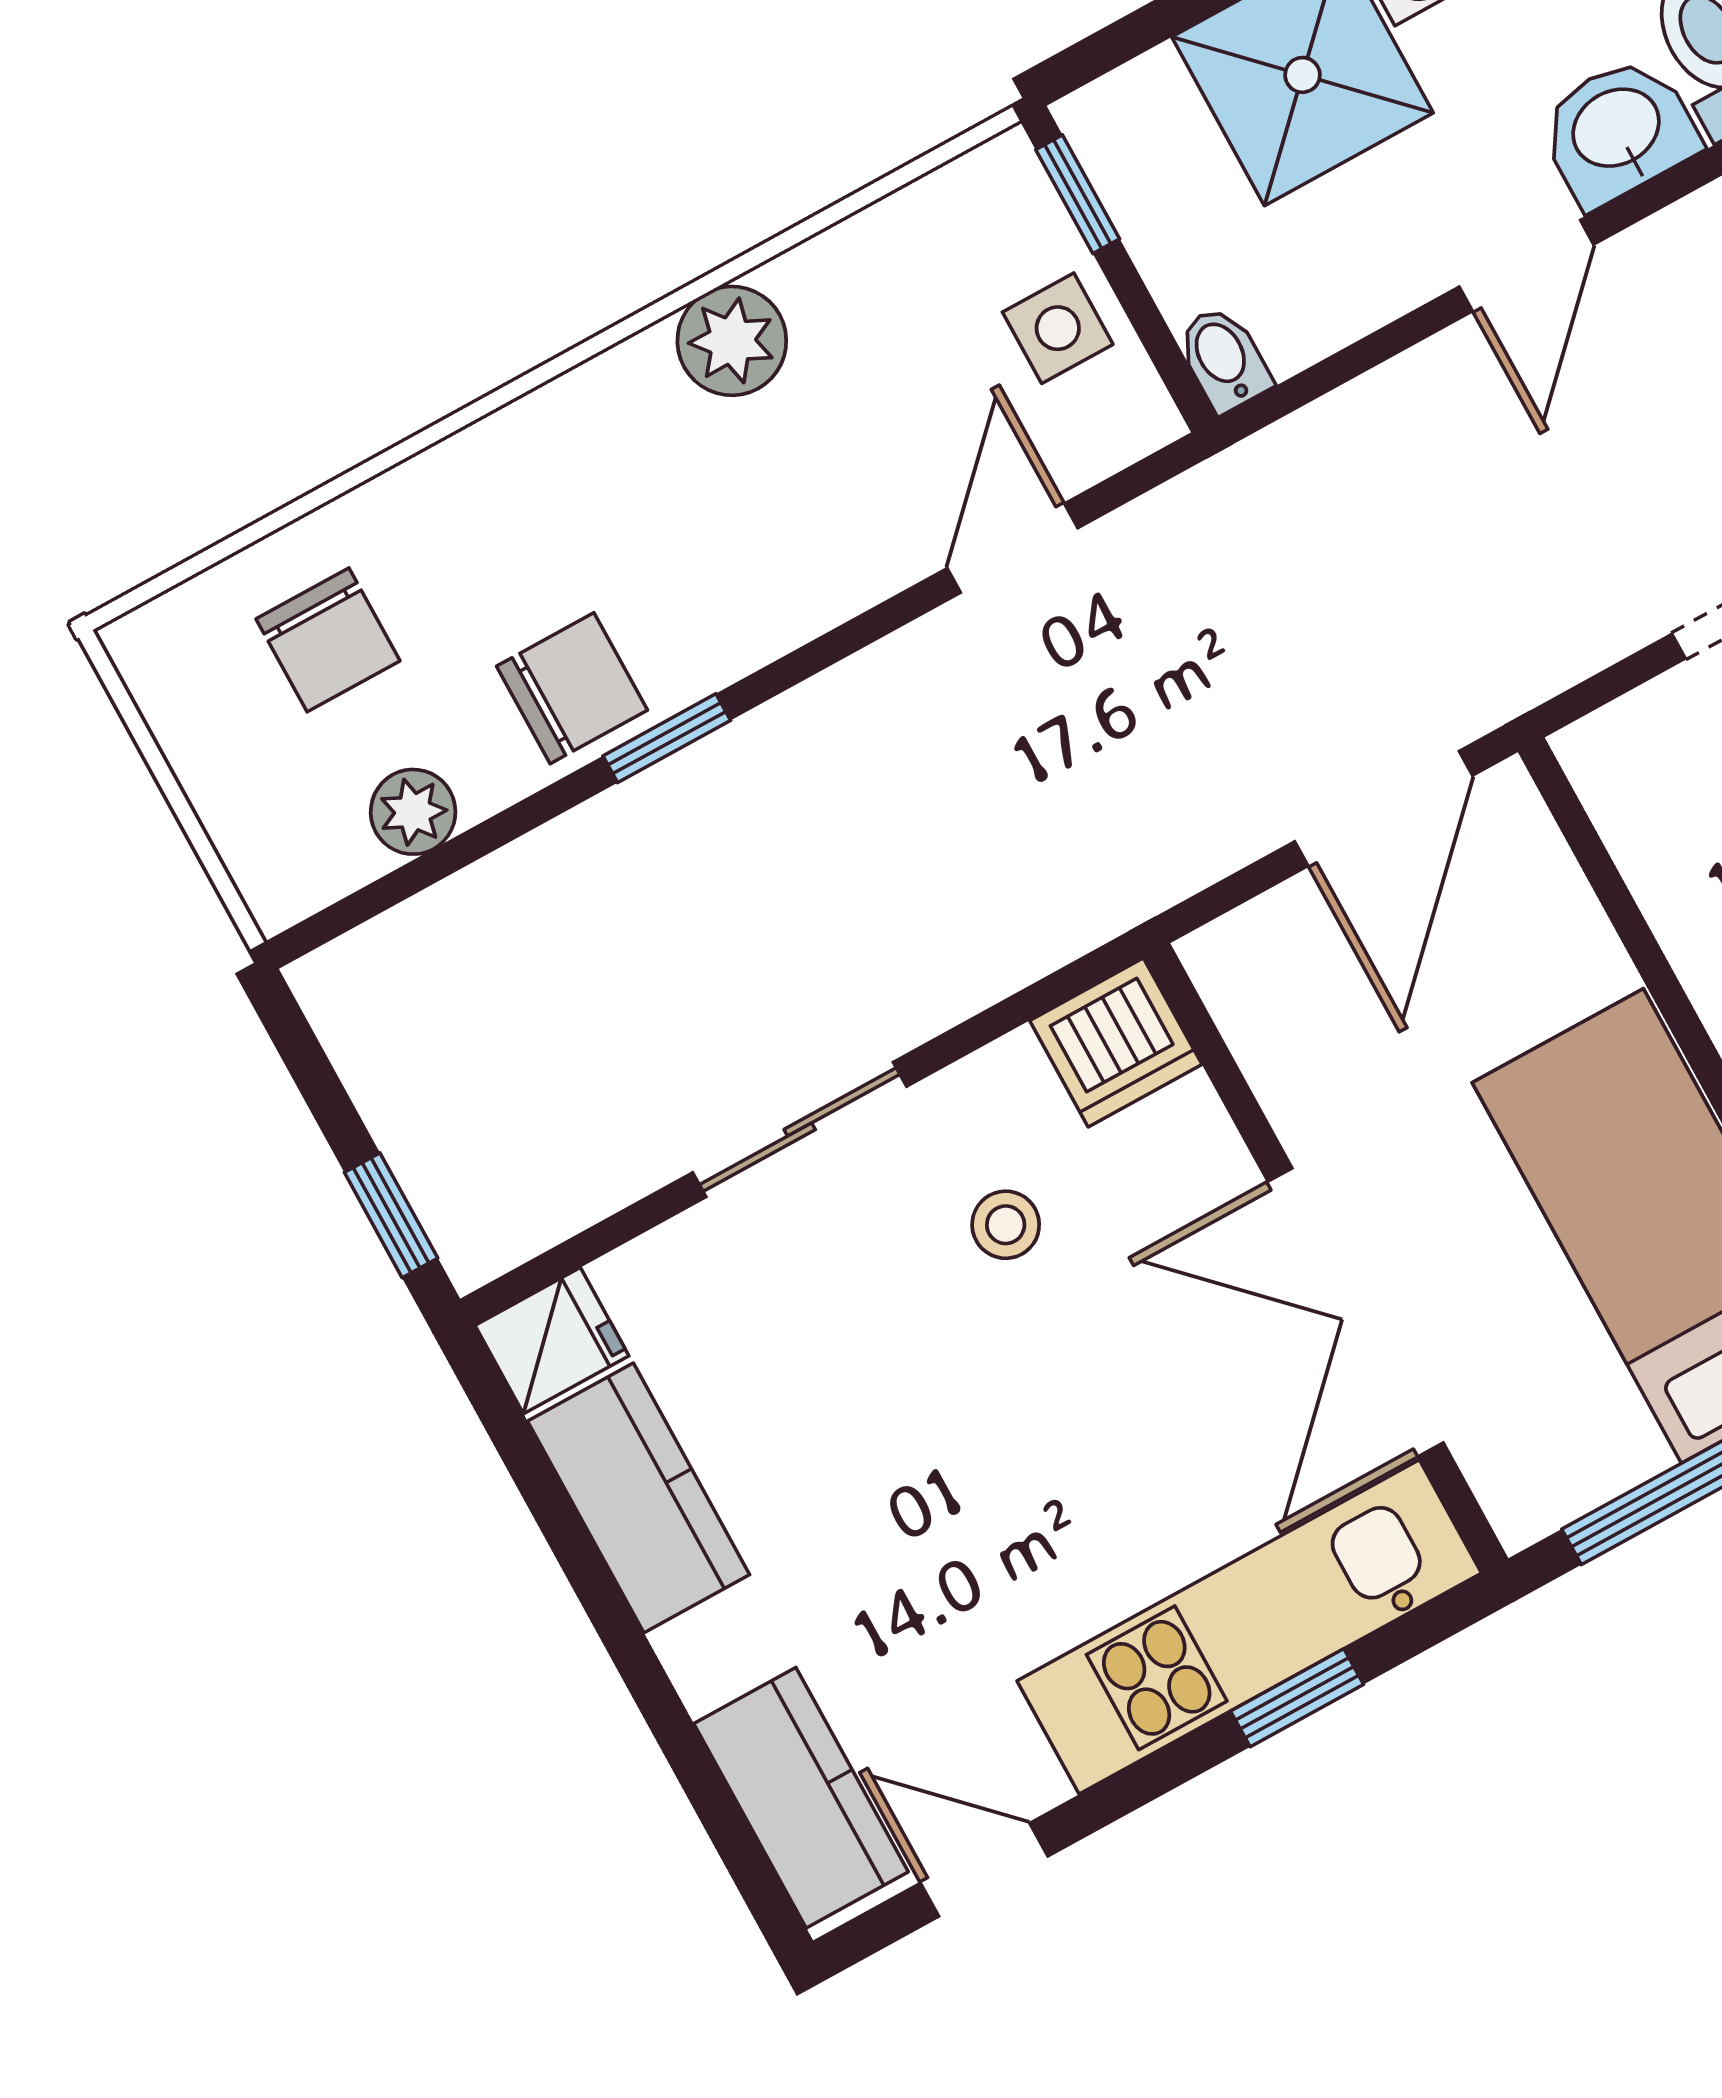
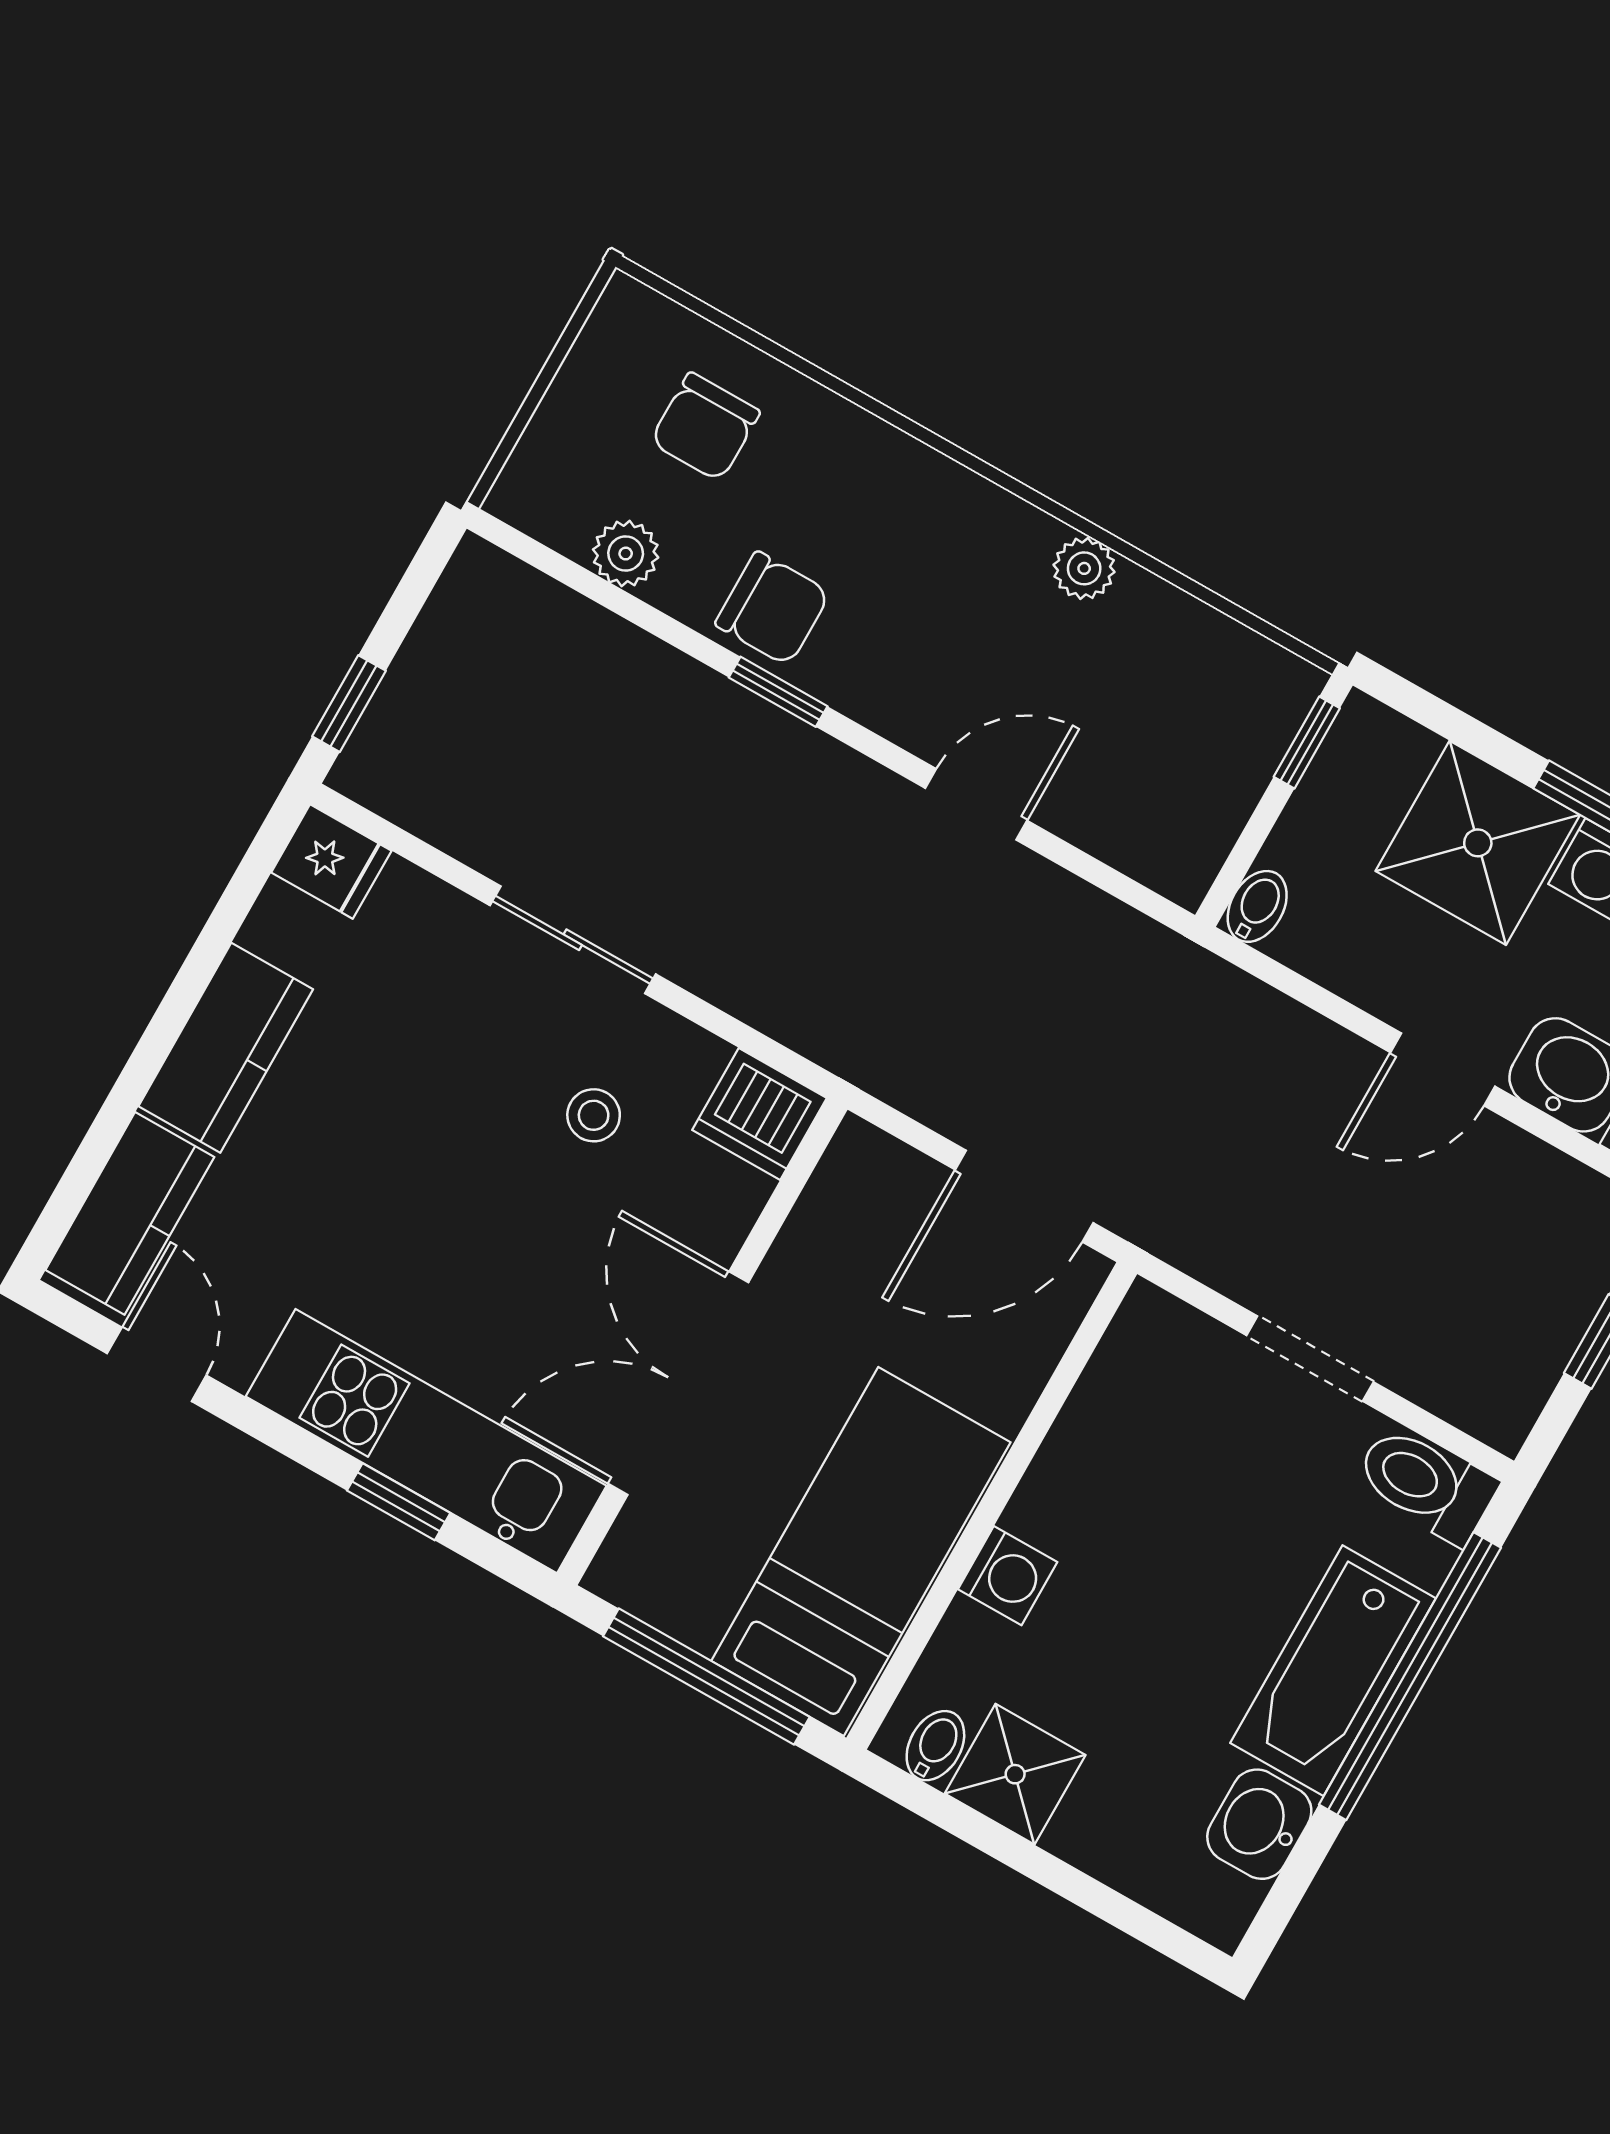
side table: (1058, 328) -> (1210, 784), removed
plant: (732, 341) -> (1084, 568), width x0.73, depth x0.73
door: (1012, 548) -> (976, 804), moved
kitchen counter: (639, 1498) -> (226, 1048), moved

